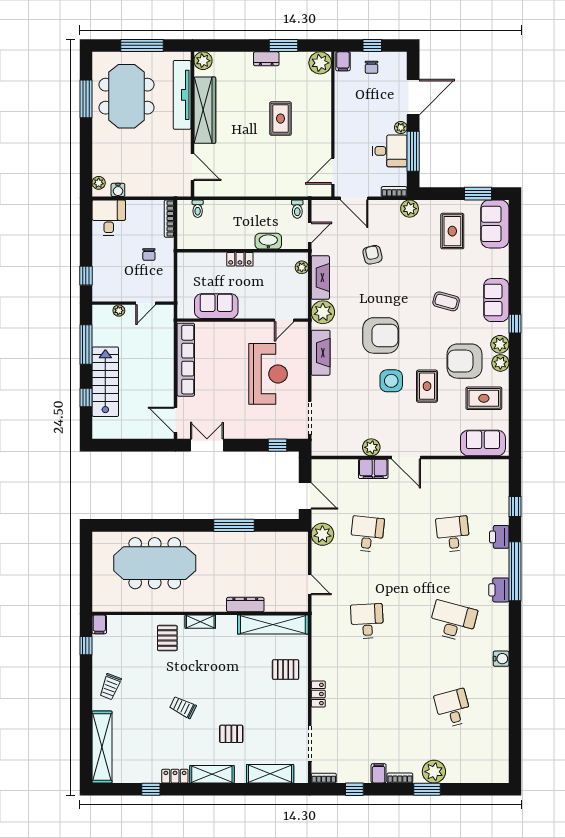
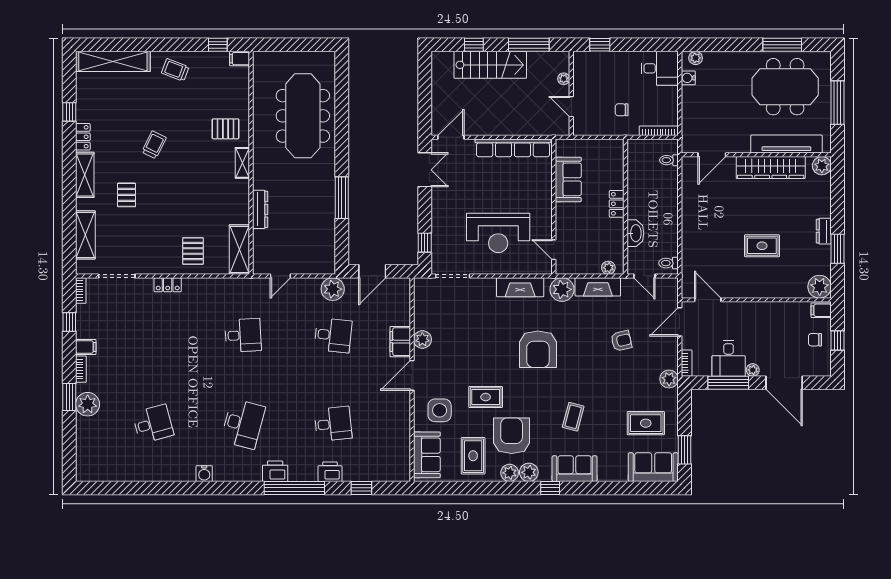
side table: (391, 381) -> (440, 410), moved
shelving: (273, 625) -> (239, 249), width x0.68

